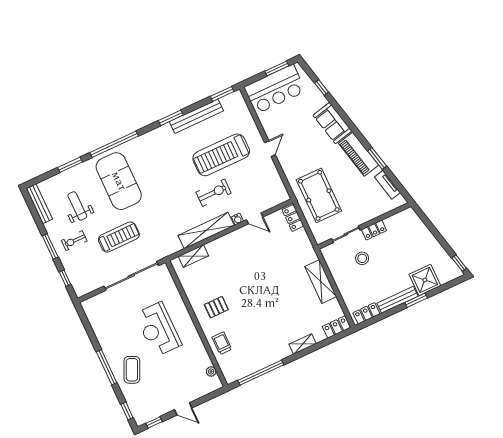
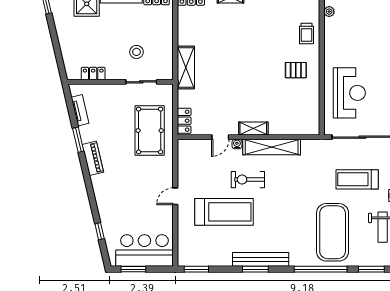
bench: (196, 116) -> (261, 259), moved
sofa: (332, 123) -> (105, 193), removed
piano: (359, 154) -> (93, 158), width x0.73, depth x0.75
door: (255, 218) -> (220, 137), swing flipped
locker: (374, 230) -> (93, 74), moved
shelving: (193, 256) -> (253, 129), moved
shelving: (321, 282) -> (186, 68), moved
reception desk: (158, 329) -> (349, 93), moved

